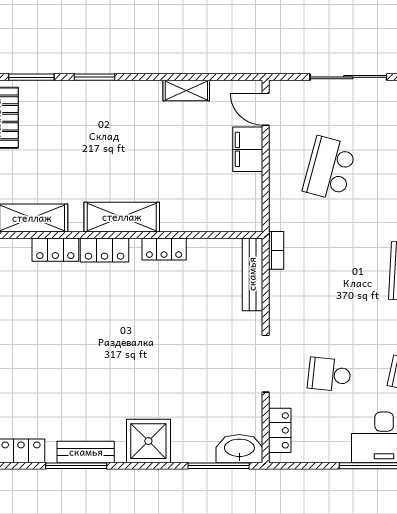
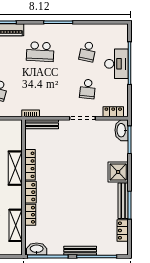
shelving: (122, 217) -> (15, 168), moved
locker: (164, 249) -> (30, 165), width x1.53
bench: (86, 452) -> (123, 201), width x1.36

